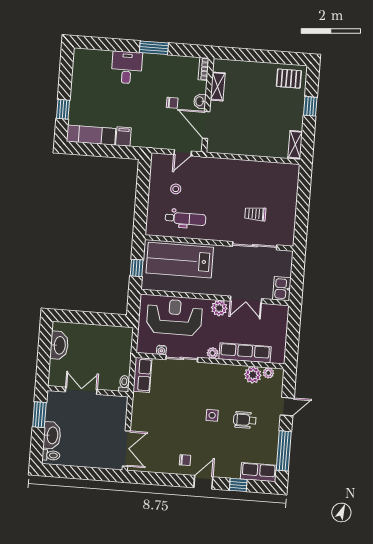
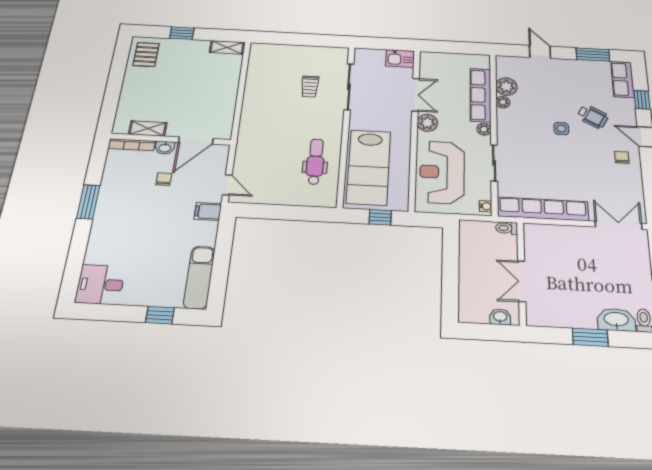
desk: (127, 68) -> (100, 285), moved
bookcase: (204, 69) -> (132, 145), width x1.56
filing cabinet: (123, 137) -> (208, 211), moved
door: (183, 153) -> (227, 185), moved
stool: (176, 189) -> (277, 173), removed
washbasin: (59, 345) -> (500, 317), width x0.52, depth x0.69
water cooler: (161, 350) -> (486, 206), moved
plant: (268, 373) -> (503, 102), moved
row of seats: (142, 375) -> (543, 209), width x2.02
toilet: (124, 384) -> (507, 228), moved
double door: (81, 391) -> (522, 281), moved
wall: (88, 391) -> (522, 273), moved
wheelchair: (245, 420) -> (593, 116), moved, turned -61
window: (284, 451) -> (593, 55), width x0.69

